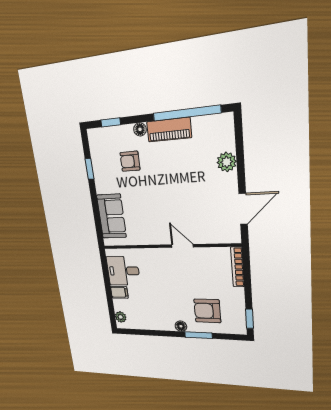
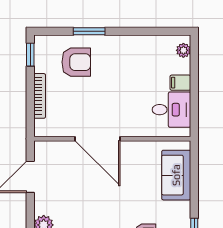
door: (182, 246) -> (98, 139), width x1.88
bookcase: (237, 267) -> (40, 96), moved
floor lamp: (181, 326) -> (109, 42), removed

